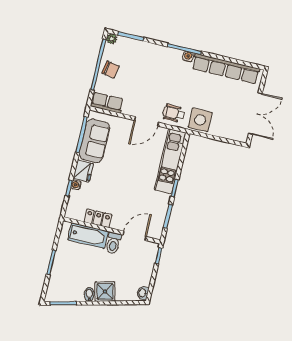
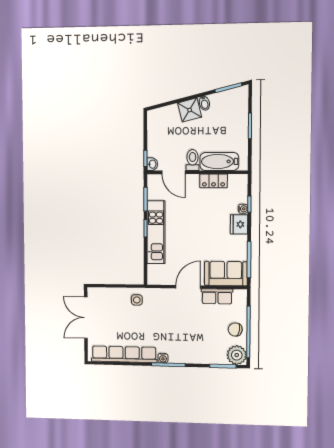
plant: (112, 39) -> (237, 355), width x1.88, depth x1.88
row of seats: (107, 103) -> (217, 296), moved
wheelchair: (174, 113) -> (164, 301), removed
side table: (200, 120) -> (137, 300), width x0.54, depth x0.54
sofa: (94, 141) -> (226, 274), moved, turned 90
kitchen unit: (170, 161) -> (156, 232), moved
door: (134, 236) -> (174, 172), hinge flipped
washbasin: (143, 293) -> (152, 164), moved

